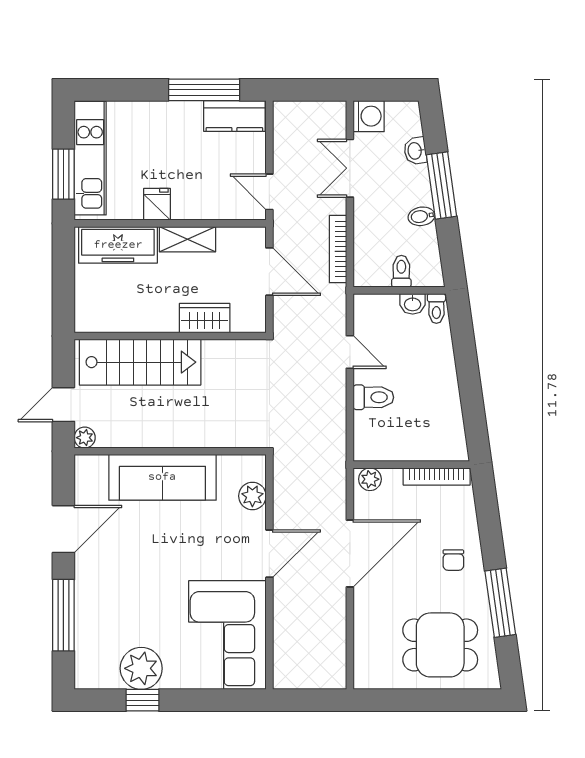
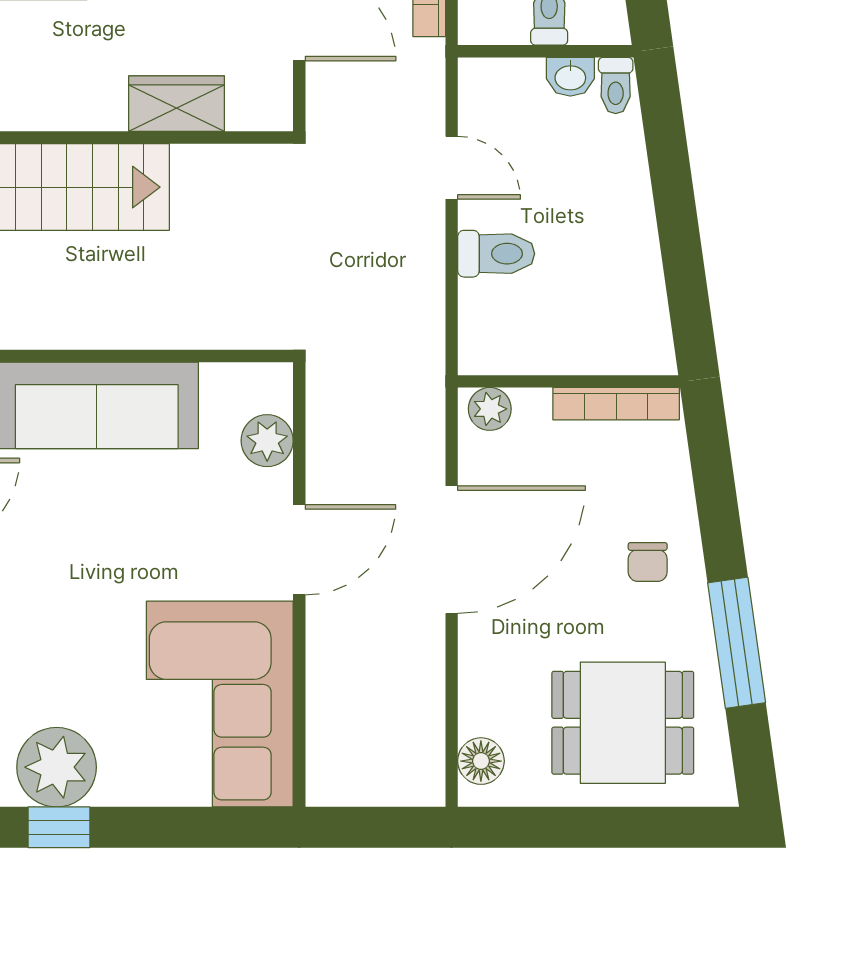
floor lamp: (365, 665) -> (481, 761), added

